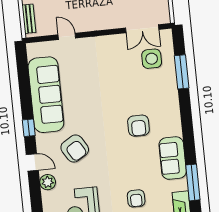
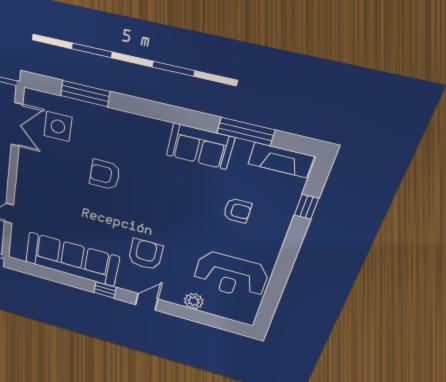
armchair: (138, 126) -> (105, 175), moved, turned 180
armchair: (75, 149) -> (146, 254), turned -59
plant: (48, 182) -> (194, 301), moved

